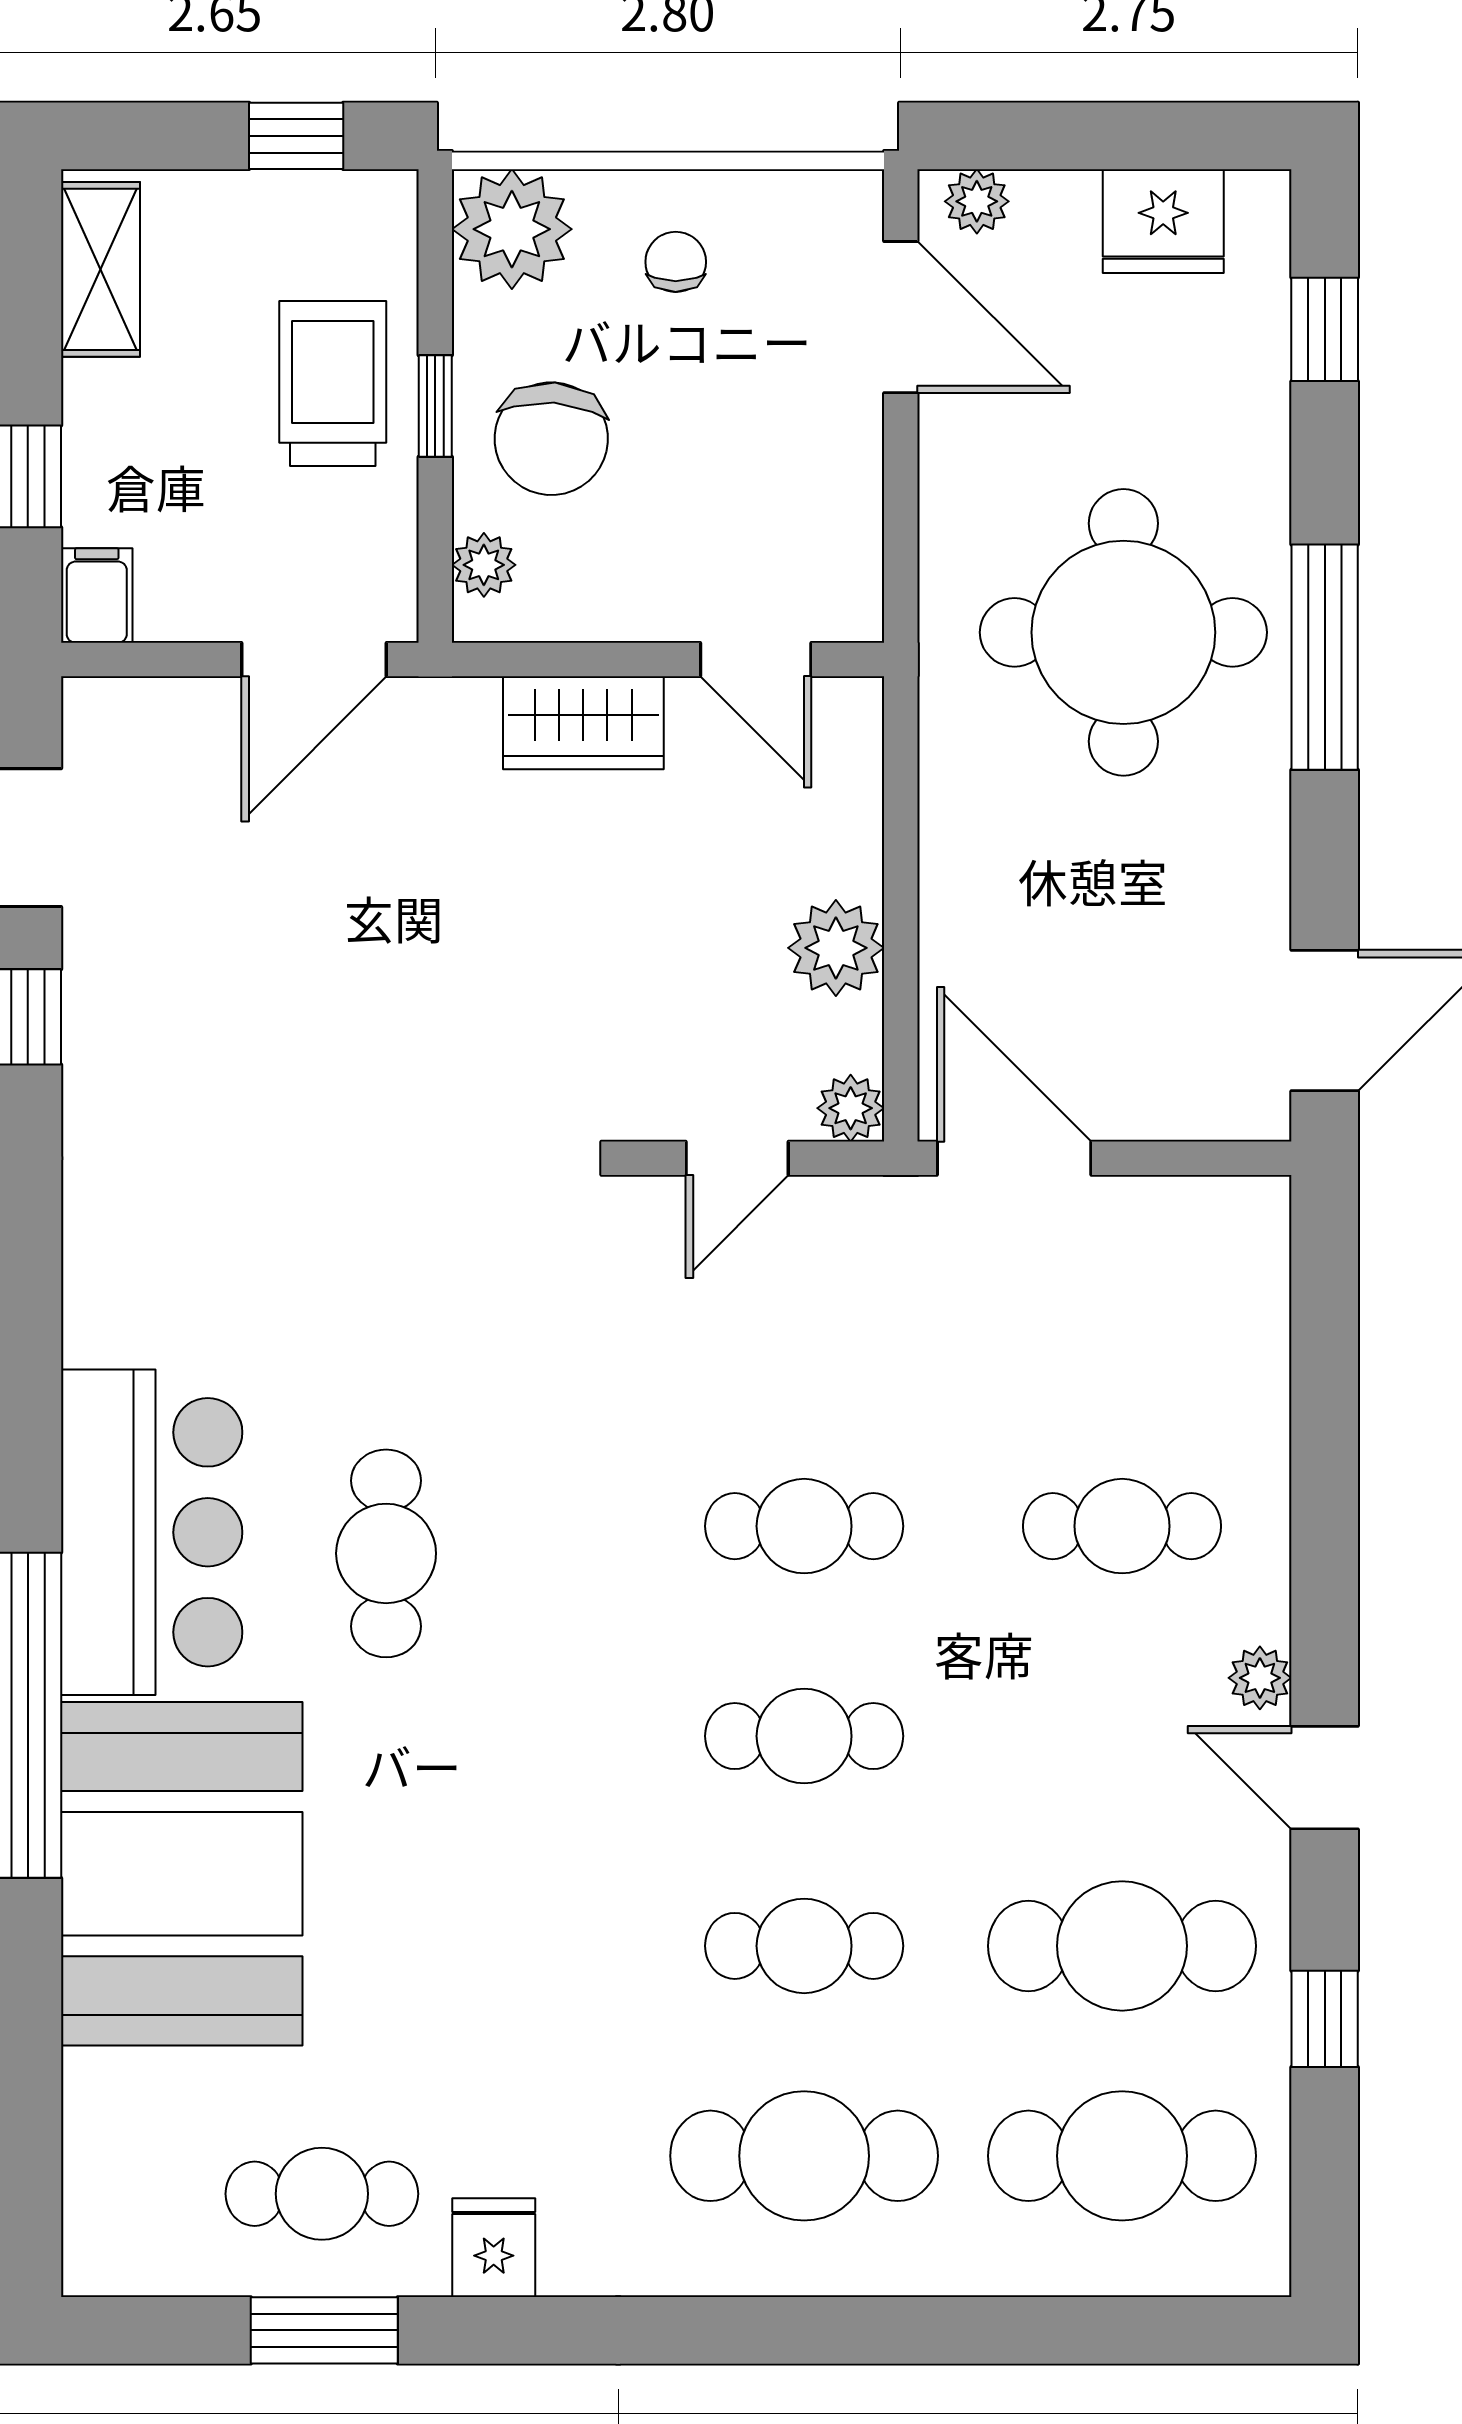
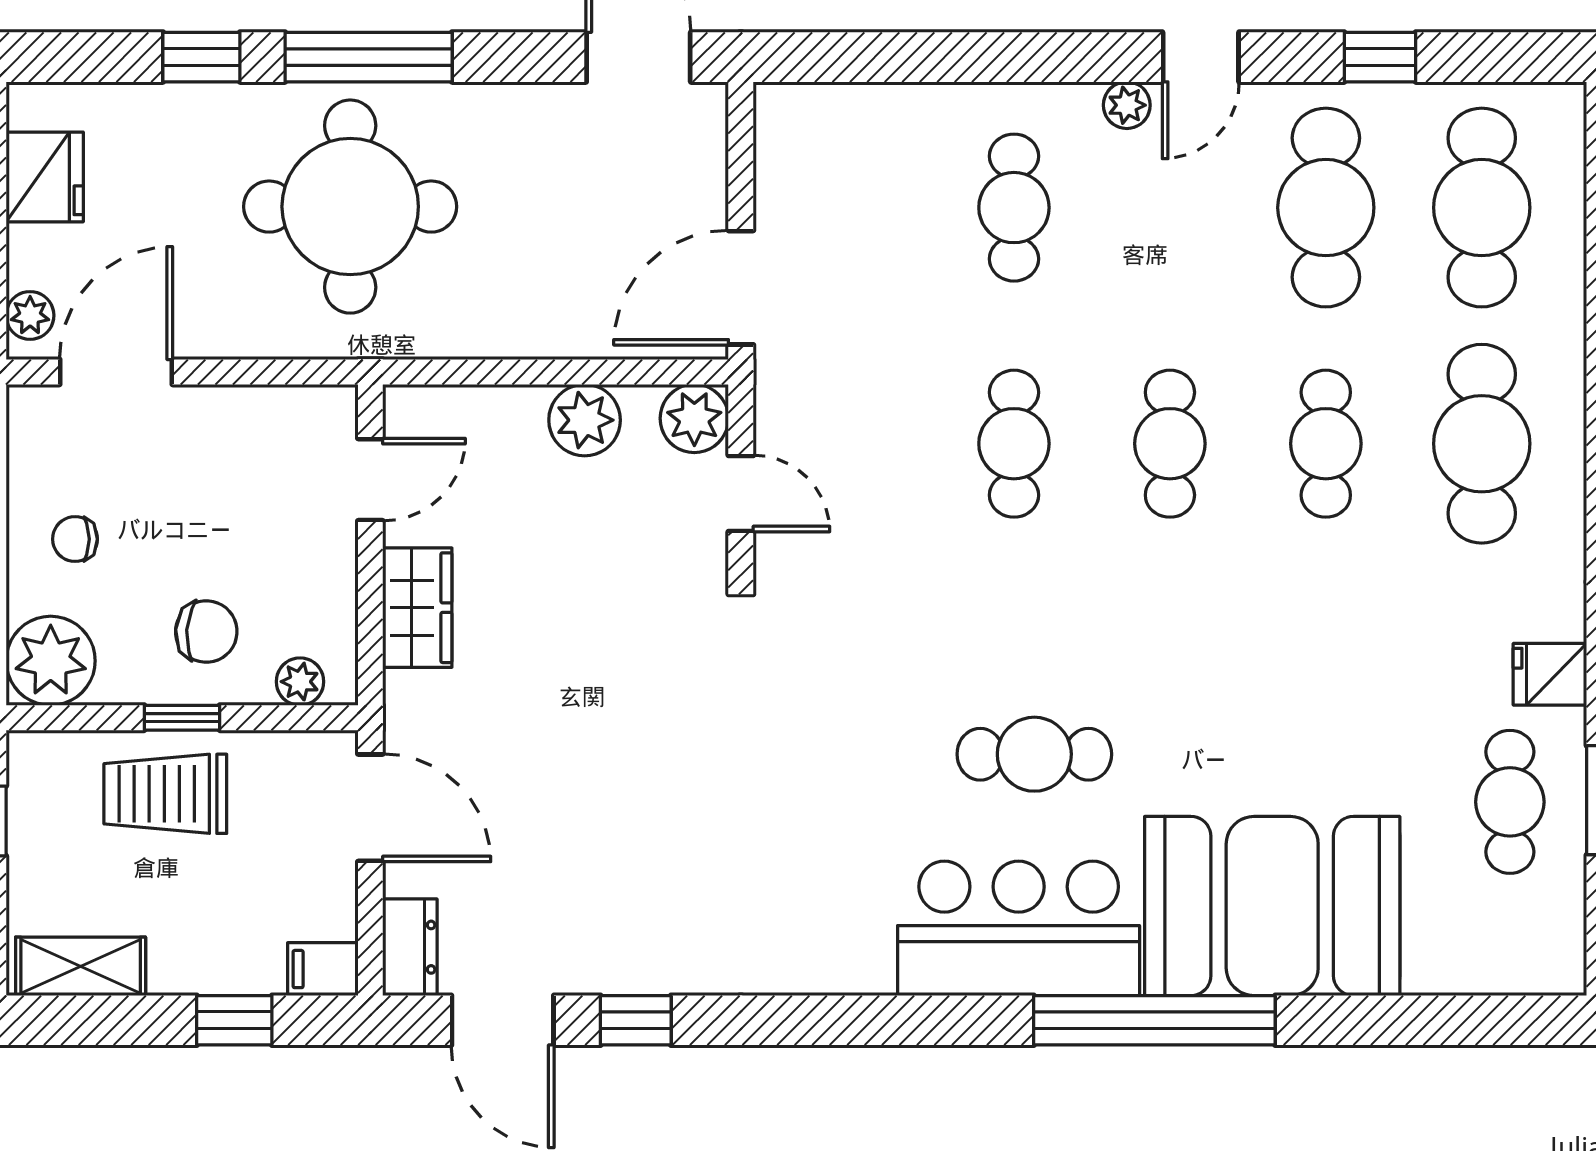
window: (1325, 329) -> (201, 57), moved
chair: (551, 439) -> (206, 632), width x0.73, depth x0.73
dresser: (126, 713) -> (410, 947), added
plant: (851, 1108) -> (694, 418), width x1.38, depth x1.38

